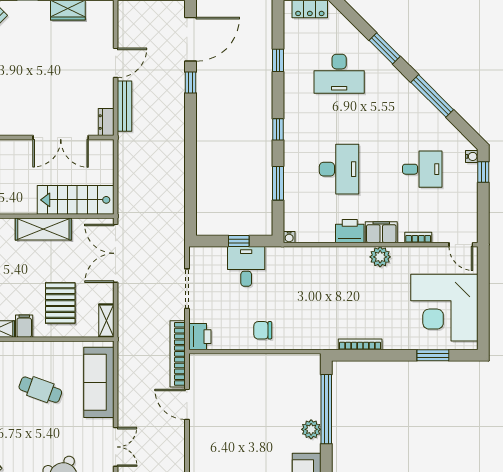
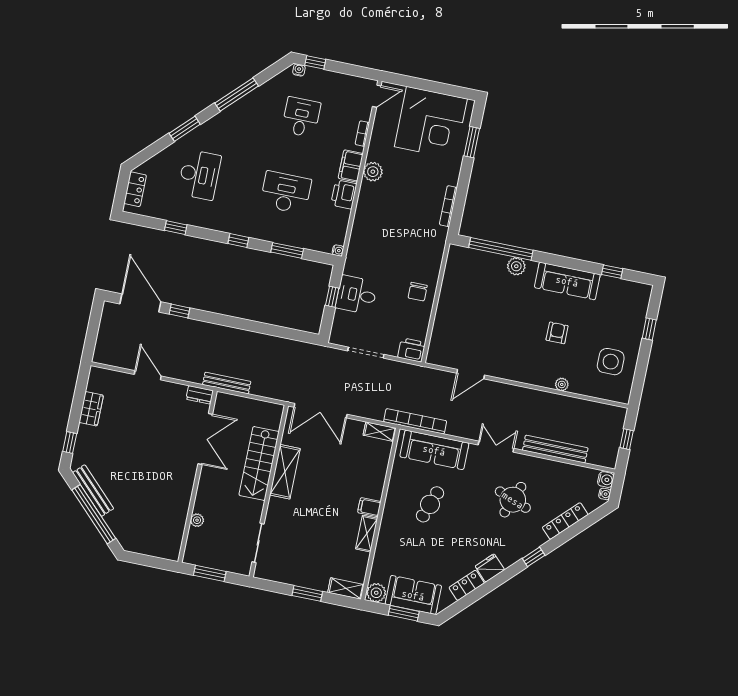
bench: (124, 106) -> (227, 383), moved
stairs: (76, 200) -> (259, 464), moved
pallet: (60, 303) -> (355, 470), removed
bookcase: (178, 354) -> (415, 421), moved, turned 180

